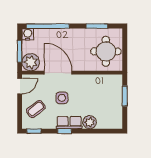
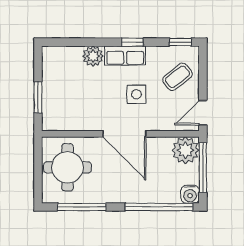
window: (97, 26) -> (82, 207), width x1.44
window: (20, 51) -> (203, 168), width x1.44
door: (58, 73) -> (124, 134), moved

